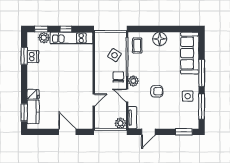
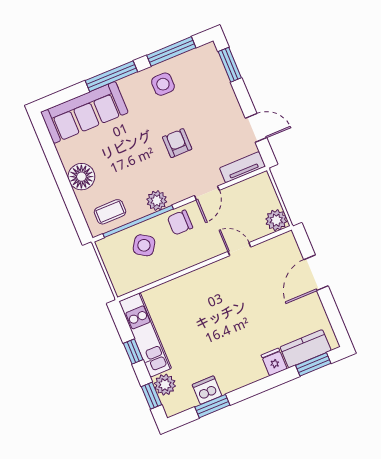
plant: (133, 81) -> (157, 201), moved
plant: (120, 123) -> (276, 220), moved

